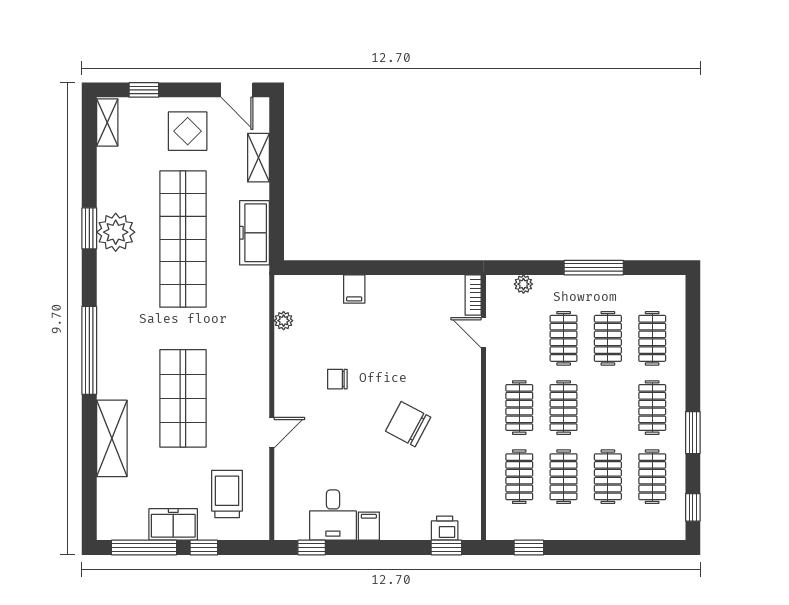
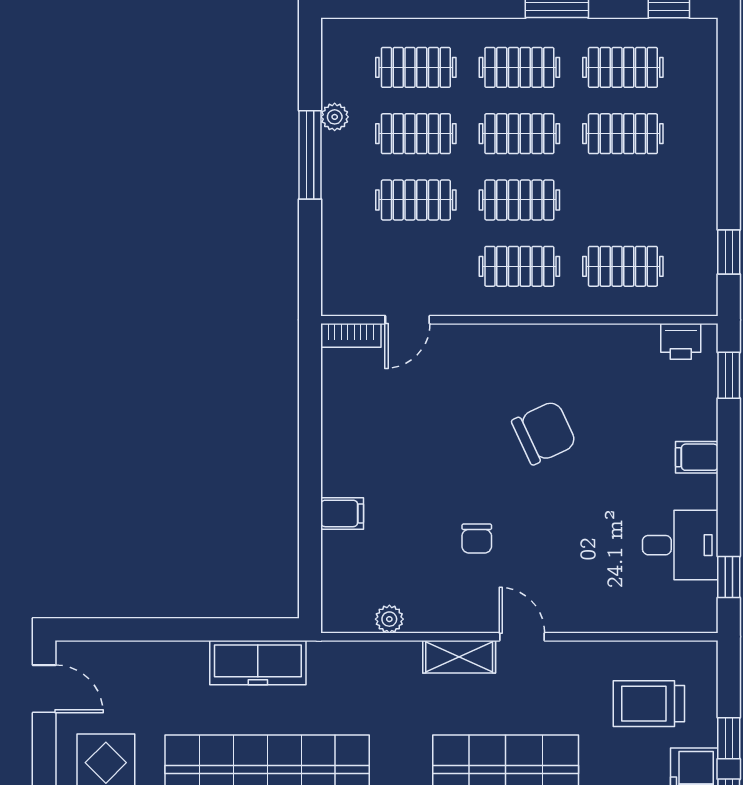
door: (237, 90) -> (44, 689), hinge flipped
shelving: (258, 158) -> (459, 657), moved
plant: (523, 284) -> (335, 117), moved
chair: (408, 424) -> (544, 433), turned -143
door: (272, 433) -> (522, 637), moved
clothes rail: (564, 477) -> (519, 134), moved
filing cabinet: (369, 526) -> (697, 457), moved
printer: (445, 528) -> (681, 341), moved, turned -90

